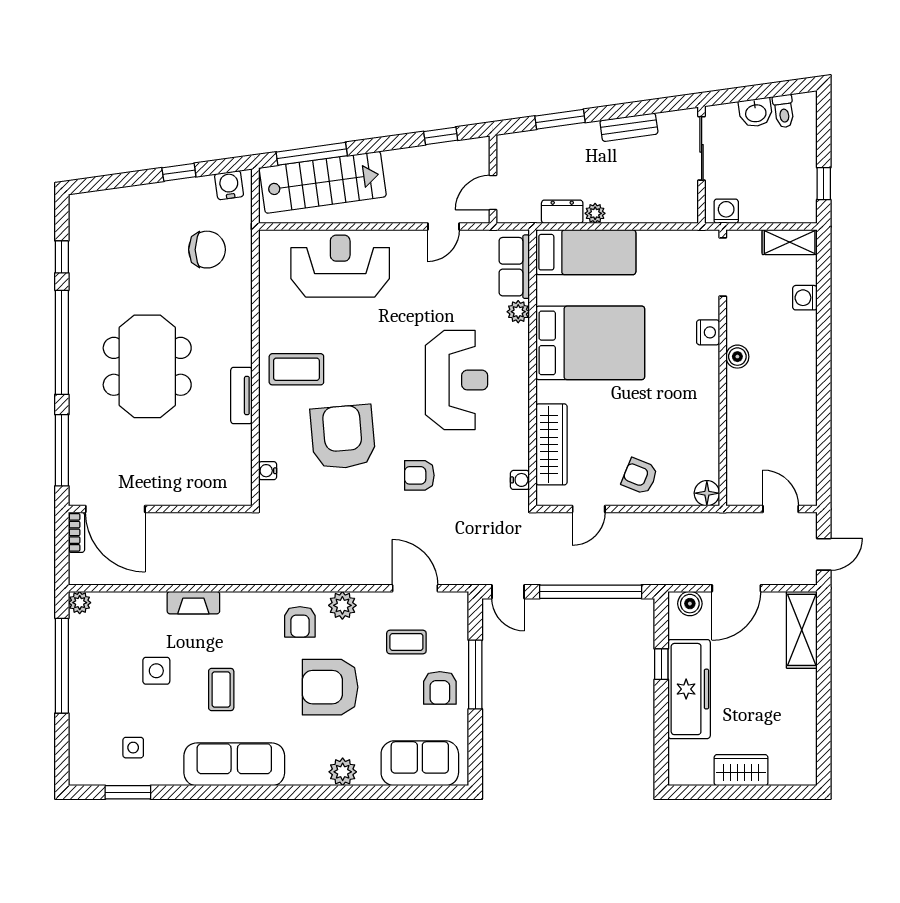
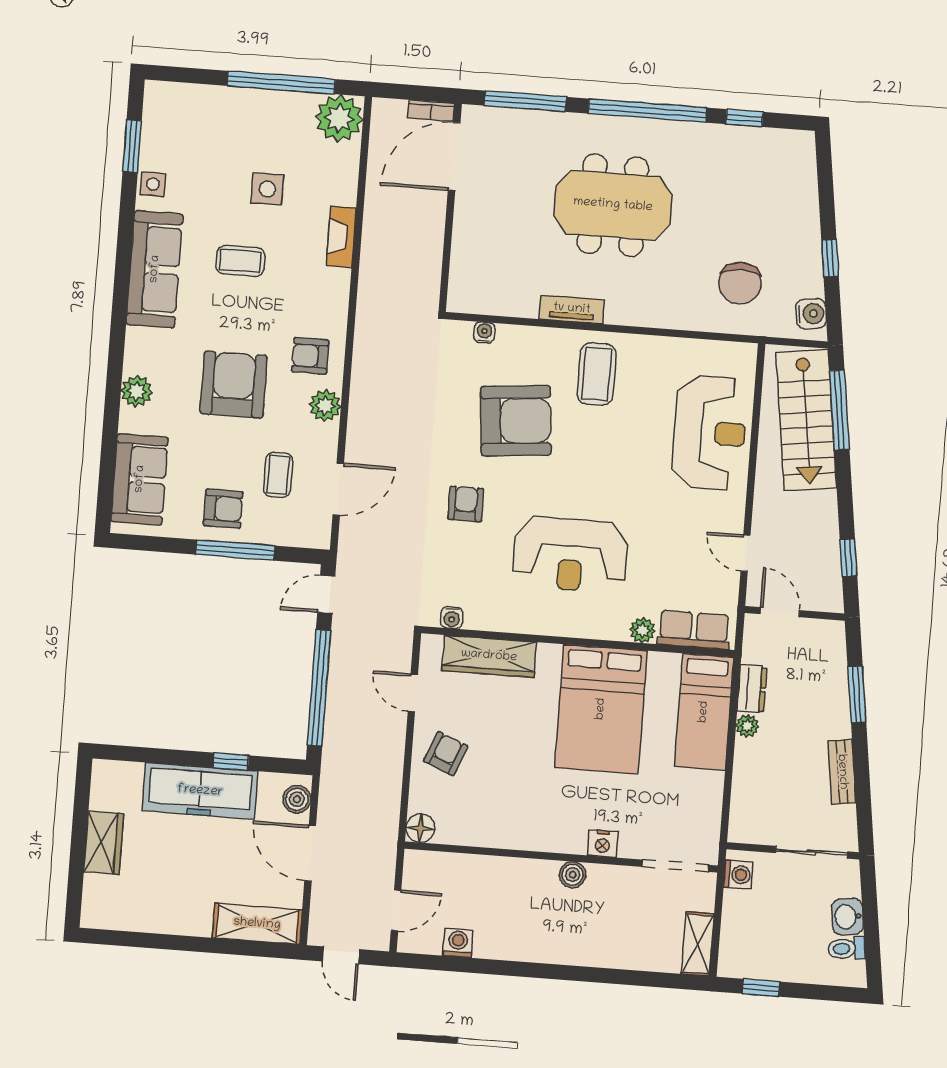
washing machine: (805, 298) -> (458, 943), moved
plant: (80, 603) -> (339, 118), width x1.88, depth x1.88
armchair: (440, 688) -> (223, 509), turned 180
side table: (133, 748) -> (153, 184), moved

